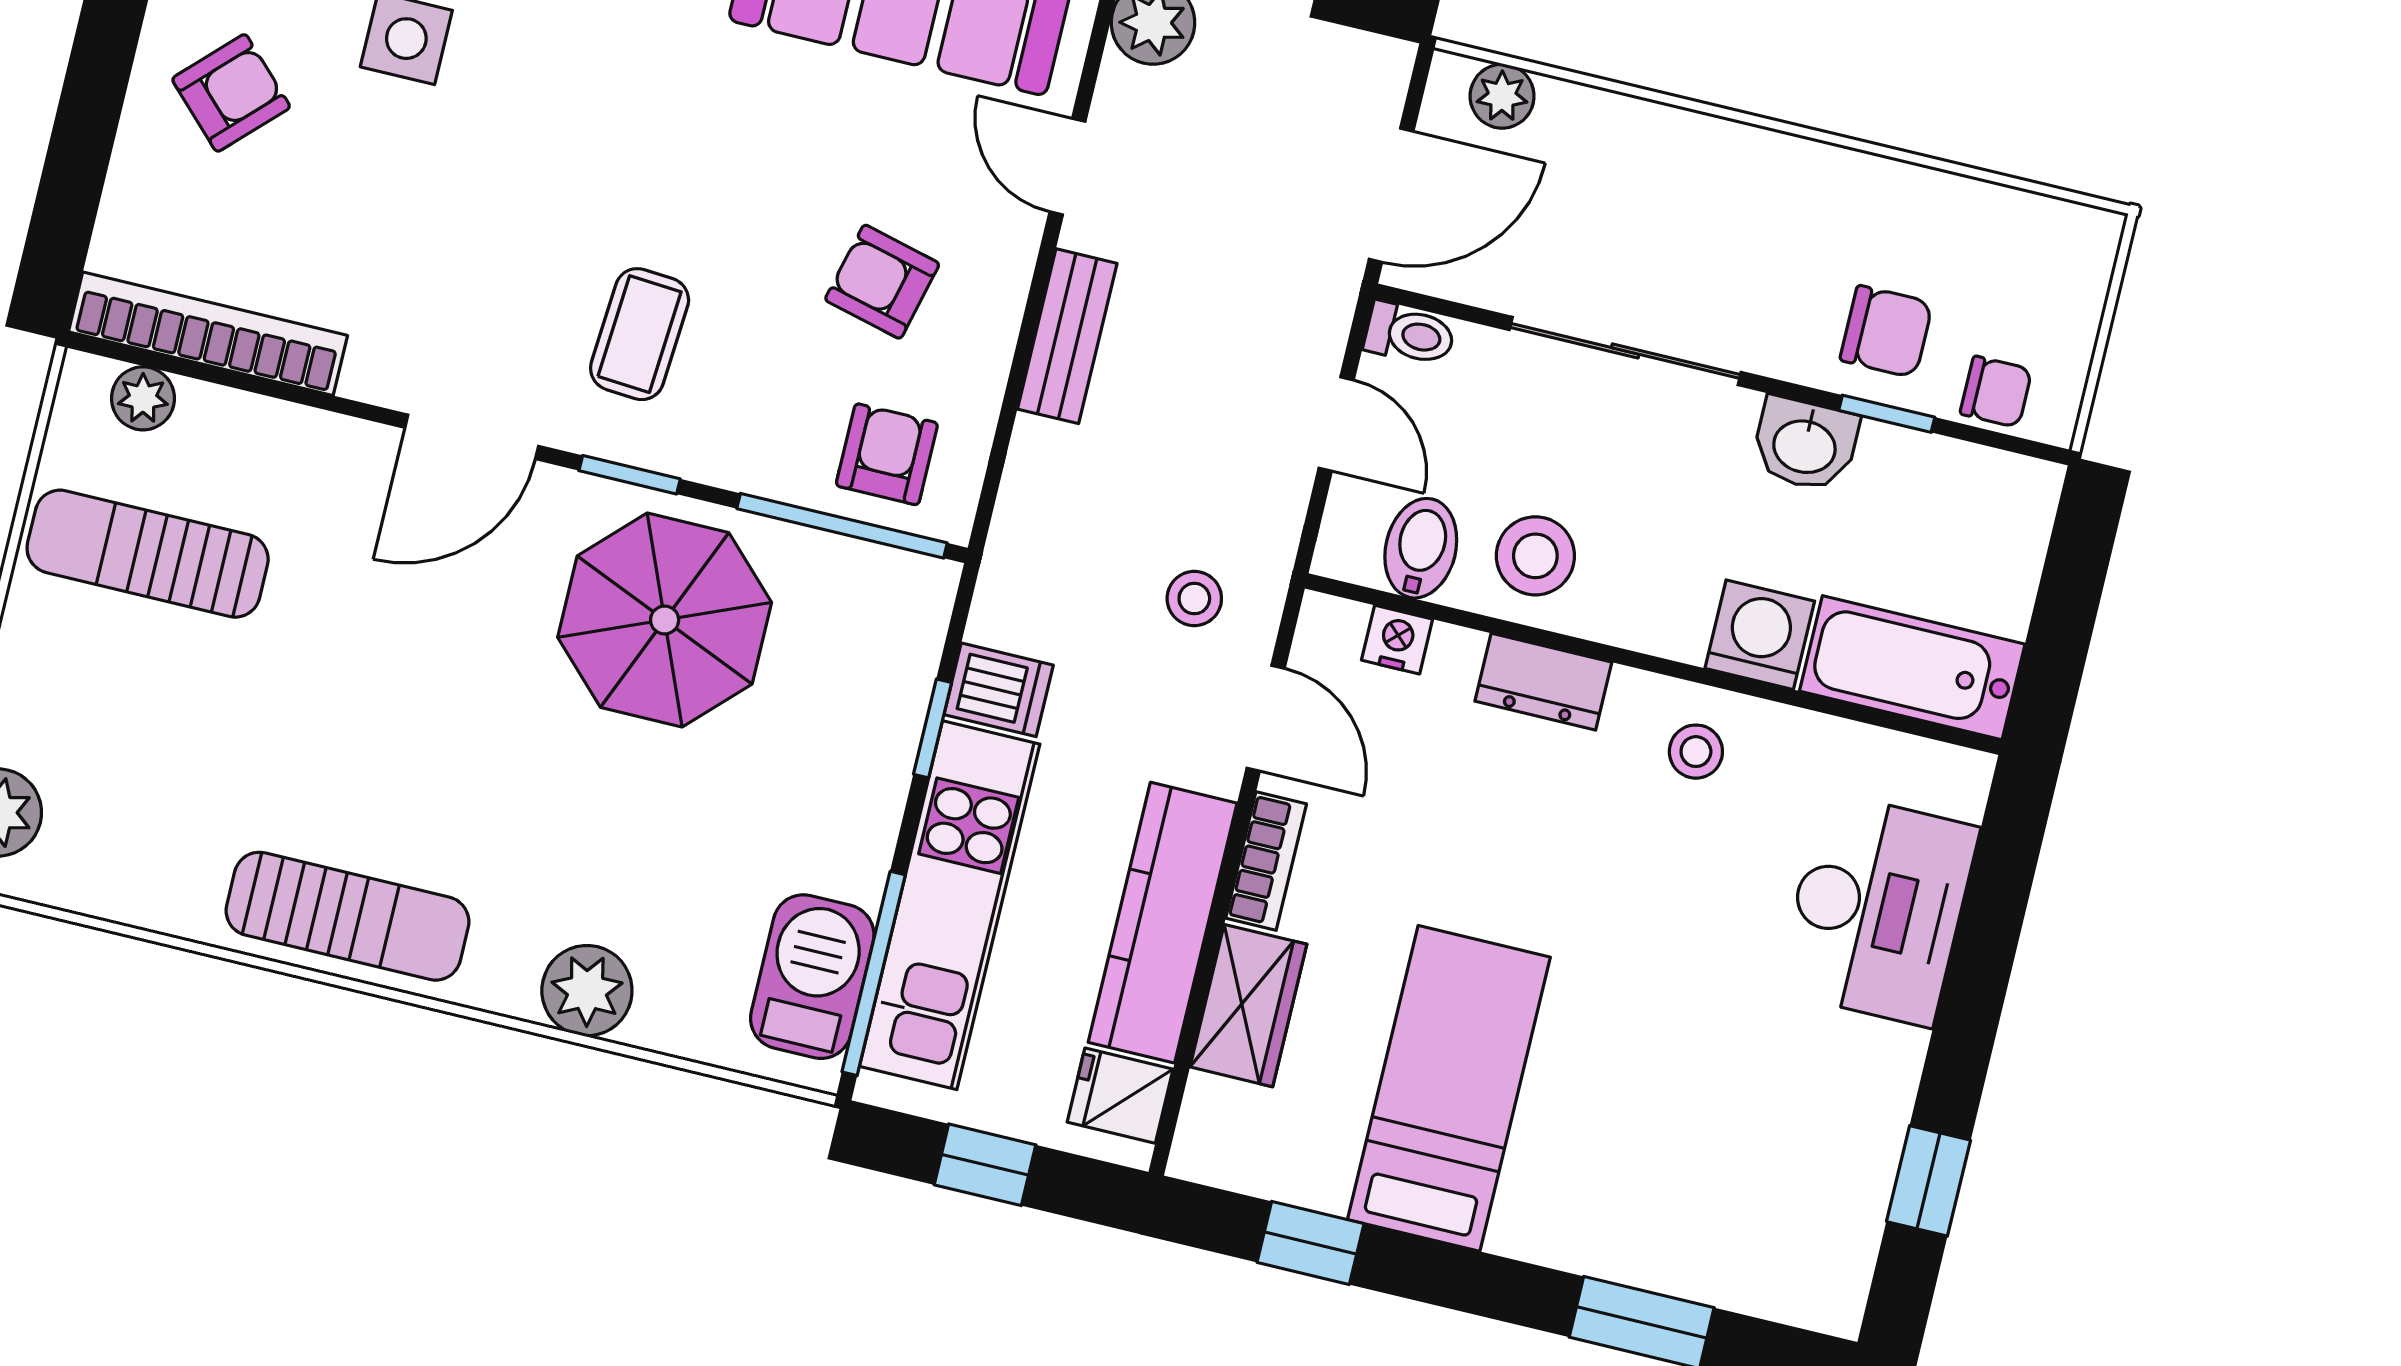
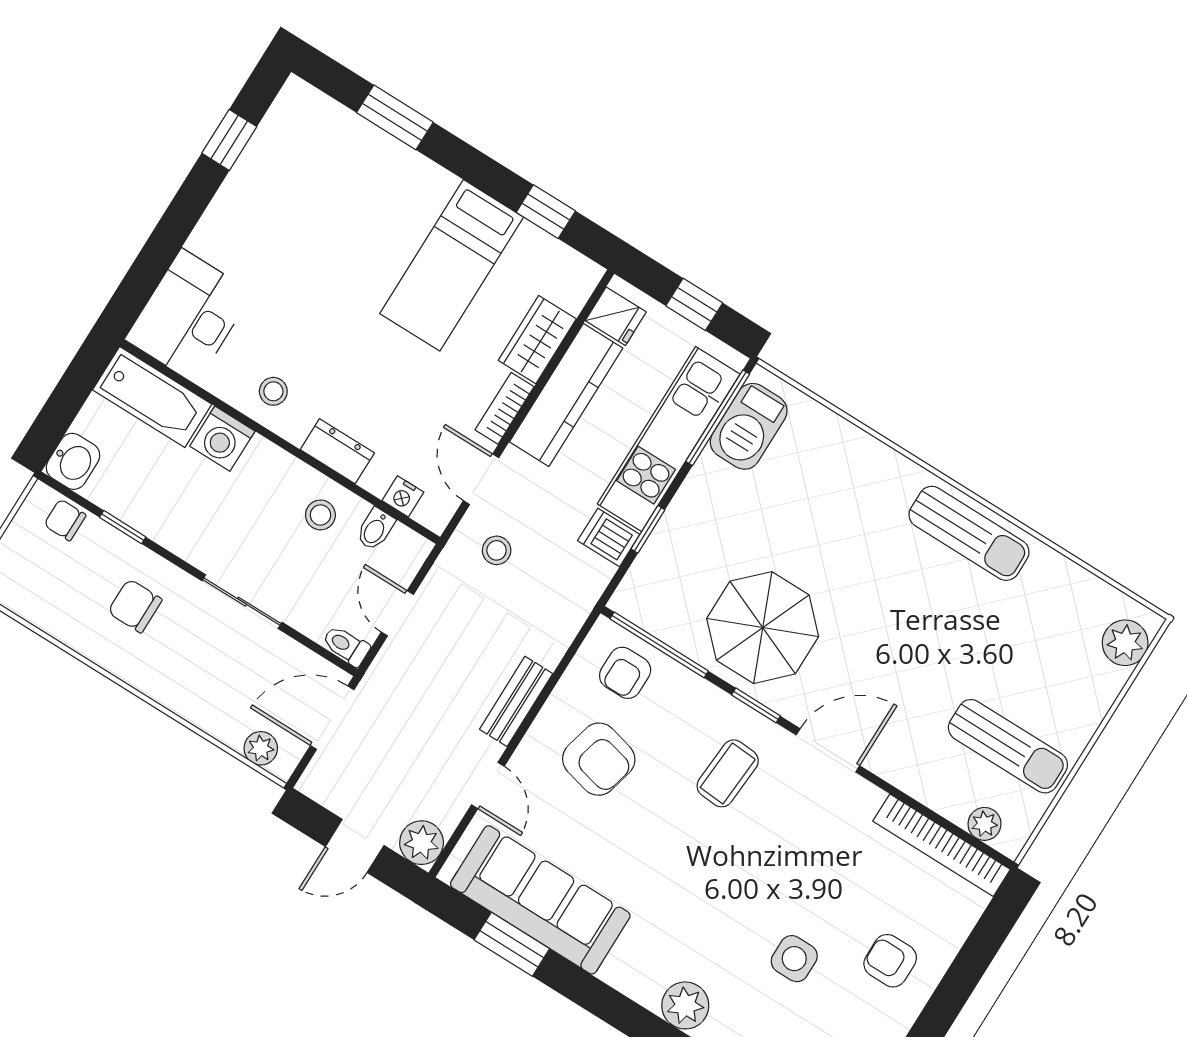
armchair: (231, 93) -> (890, 961), turned 45
armchair: (882, 282) -> (599, 759), width x1.38, depth x1.38
chair: (1886, 331) -> (135, 606), moved
sliding door: (1625, 351) -> (242, 602), width x0.73
washbasin: (1805, 444) -> (73, 461), moved, turned 90
bidet: (1421, 548) -> (375, 529), width x0.72, depth x0.74
stool: (1535, 556) -> (320, 515), width x0.73, depth x0.73
desk: (1878, 909) -> (189, 316), moved
sun lounger: (347, 916) -> (969, 533), turned 180
plant: (587, 991) -> (863, 457), removed

